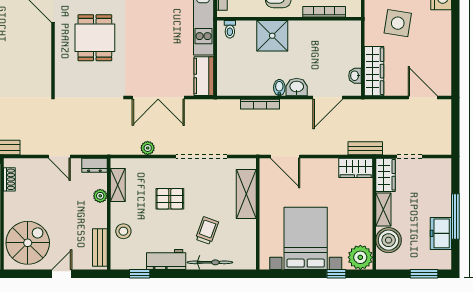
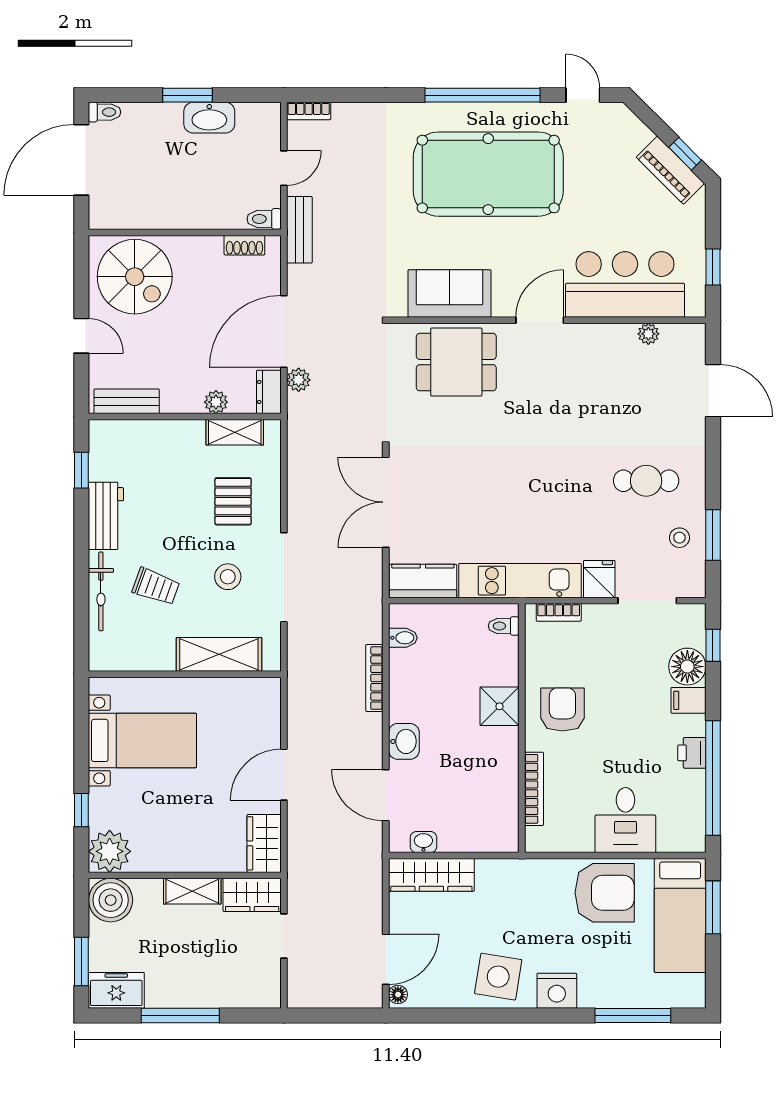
side table: (398, 23) -> (498, 977), moved
shower: (272, 36) -> (500, 706), width x0.73, depth x0.73
dining table: (95, 38) -> (456, 362), moved
sofa: (37, 61) -> (449, 293), added
bidet: (279, 88) -> (403, 638), moved
floor lamp: (443, 90) -> (398, 995), added
plant: (148, 148) -> (299, 380), moved
bench: (365, 148) -> (298, 860), removed
door: (59, 156) -> (284, 331), width x1.88
door: (285, 156) -> (284, 775), moved
pallet: (170, 199) -> (233, 501), moved
stool: (123, 231) -> (228, 577), moved
freezer: (441, 233) -> (116, 990), moved
bed with nightstands: (306, 238) -> (142, 740), width x0.73
boiler: (389, 240) -> (111, 900), moved

